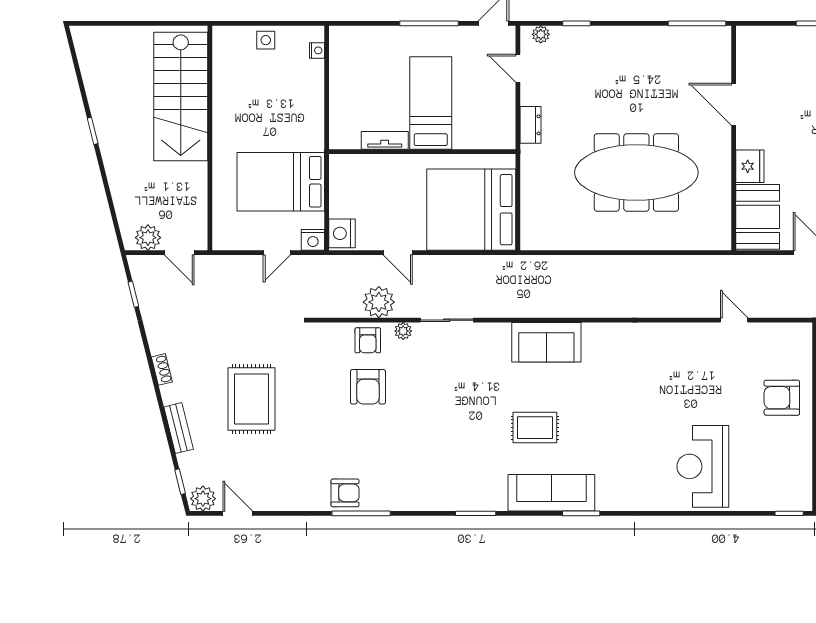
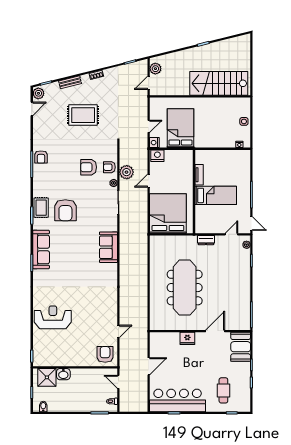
booth: (758, 217) -> (241, 347), moved, turned 90
door: (277, 253) -> (149, 126), swing flipped
armchair: (782, 398) -> (105, 354), moved
rug: (535, 428) -> (41, 208), moved
armchair: (464, 438) -> (65, 210), added

